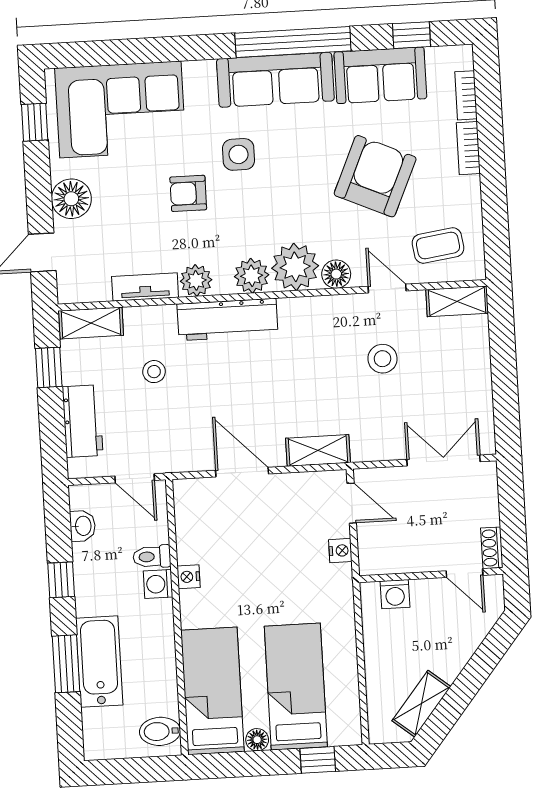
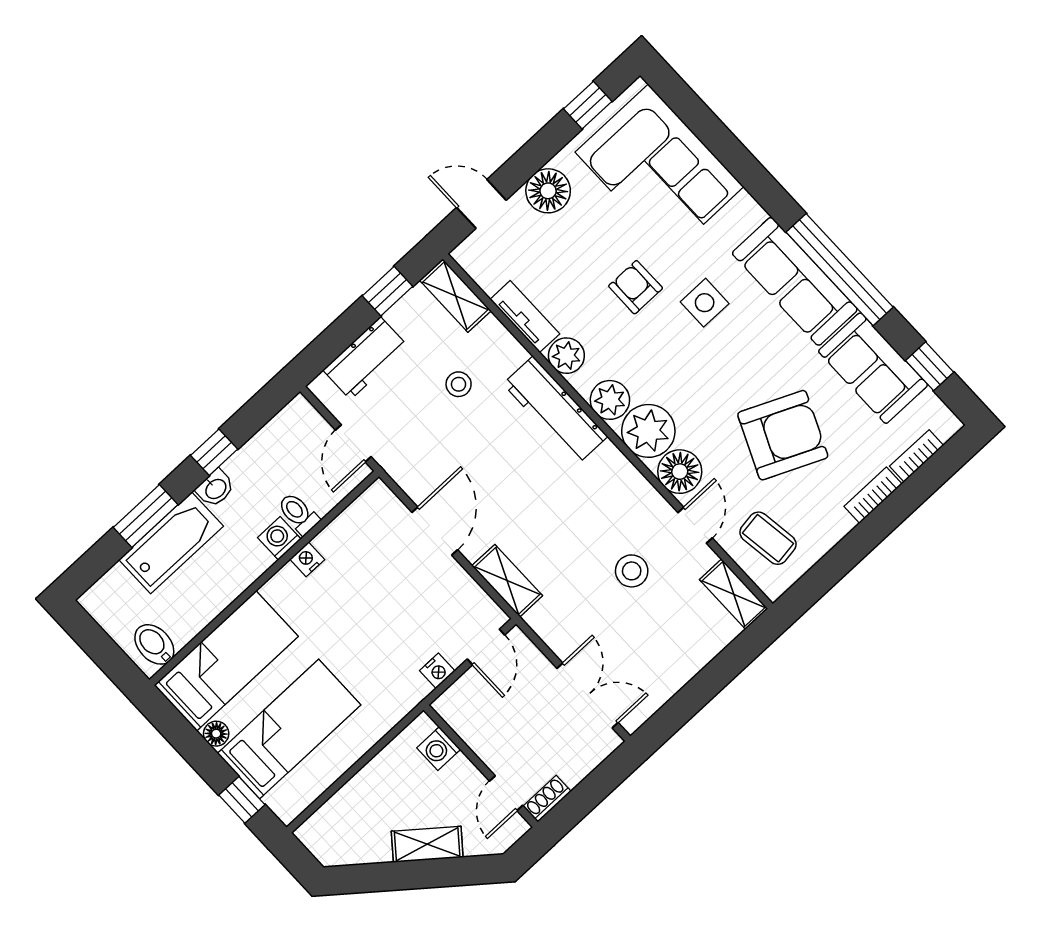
floor lamp: (336, 274) -> (680, 472), width x1.38, depth x1.38
washbasin: (83, 526) -> (215, 488), moved
shelving: (421, 704) -> (427, 844), moved

